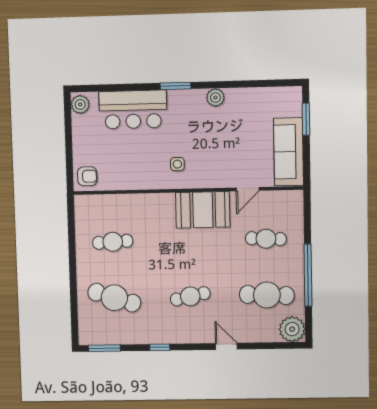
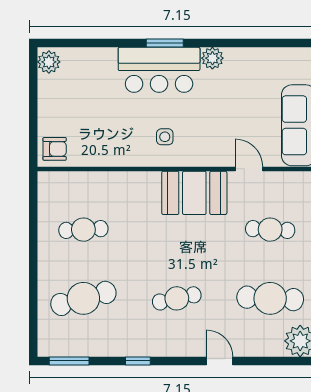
bar counter: (133, 110) -> (159, 70), moved
door: (248, 189) -> (249, 169), swing flipped
cafe table: (114, 298) -> (83, 298), turned -33

